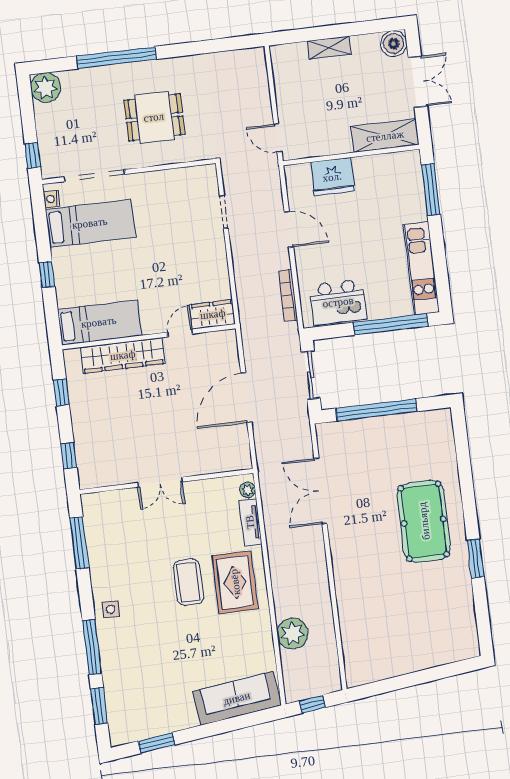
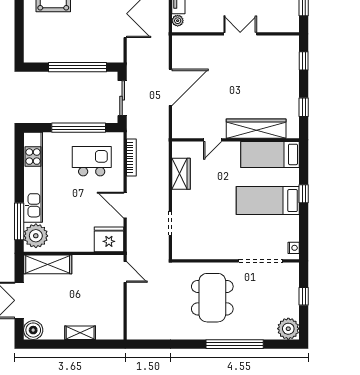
dining table: (154, 117) -> (212, 298), width x1.38
window: (33, 156) -> (304, 296), moved
plant: (406, 173) -> (36, 236), added
fridge: (332, 177) -> (109, 239), moved
bed: (90, 223) -> (268, 201), moved
kitchen unit: (421, 268) -> (33, 177), width x1.36
kitchen island: (338, 302) -> (92, 161), moved
wardrobe: (213, 314) -> (181, 174), moved, turned -90
window: (391, 324) -> (79, 128), moved

